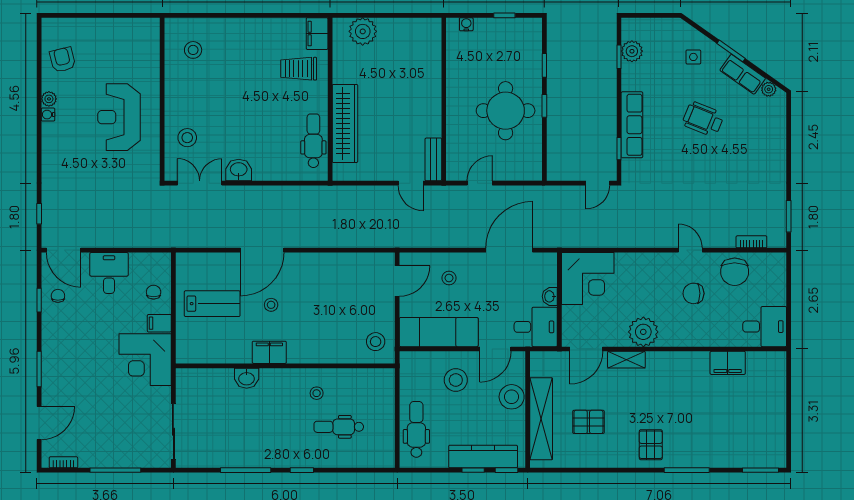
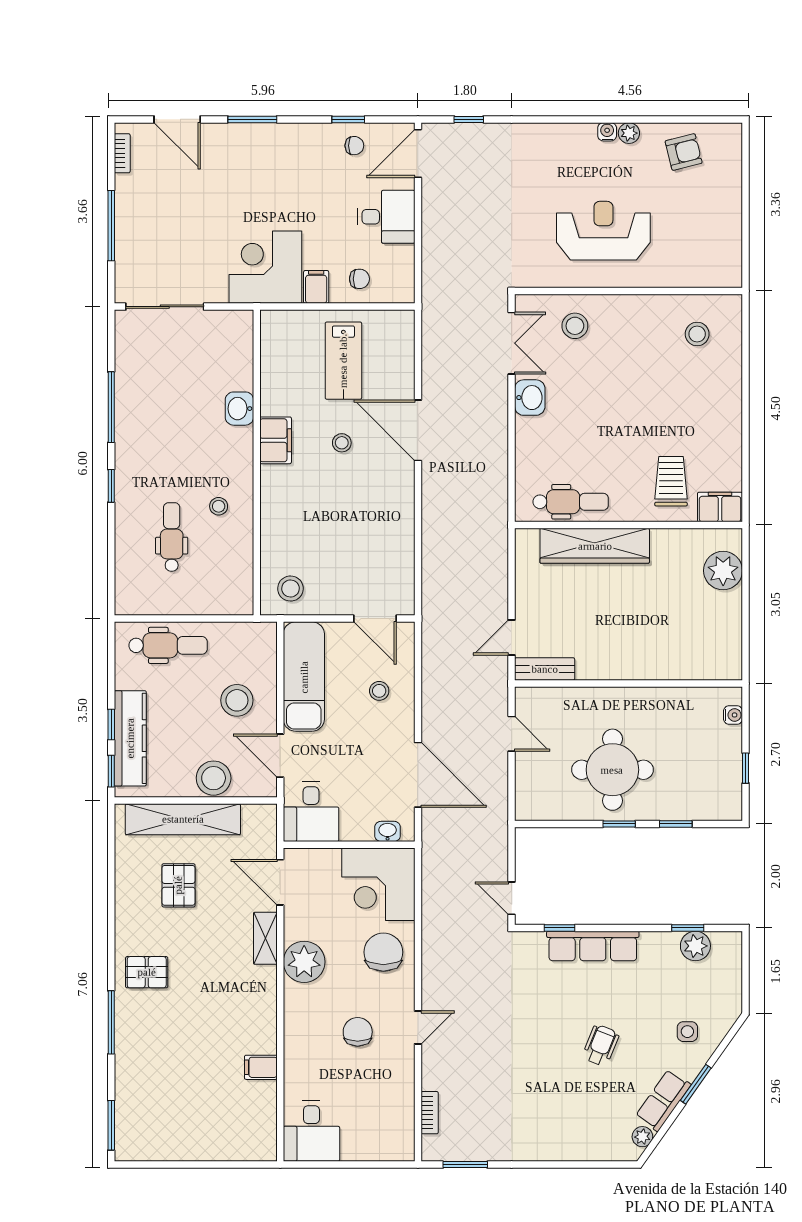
wheelchair: (703, 119) -> (601, 1045), width x0.73, depth x0.73
chair: (735, 272) -> (383, 952), moved, turned 90
washbasin: (550, 296) -> (388, 831), moved
filing cabinet: (728, 363) -> (261, 1067), width x0.50

